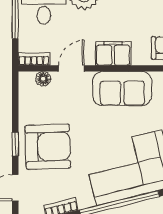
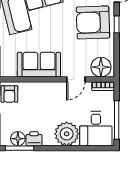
filing cabinet: (113, 53) -> (46, 90), removed
floor lamp: (43, 79) -> (101, 67), width x1.89, depth x1.89

